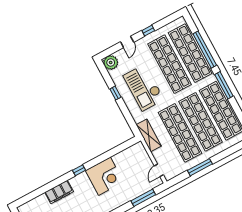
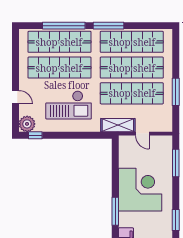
window: (148, 31) -> (16, 71), removed
window: (115, 93) -> (35, 135), moved
window: (79, 170) -> (115, 211), width x2.17
door: (159, 170) -> (142, 134), moved
corner desk: (104, 176) -> (140, 190), width x1.36, depth x1.36

